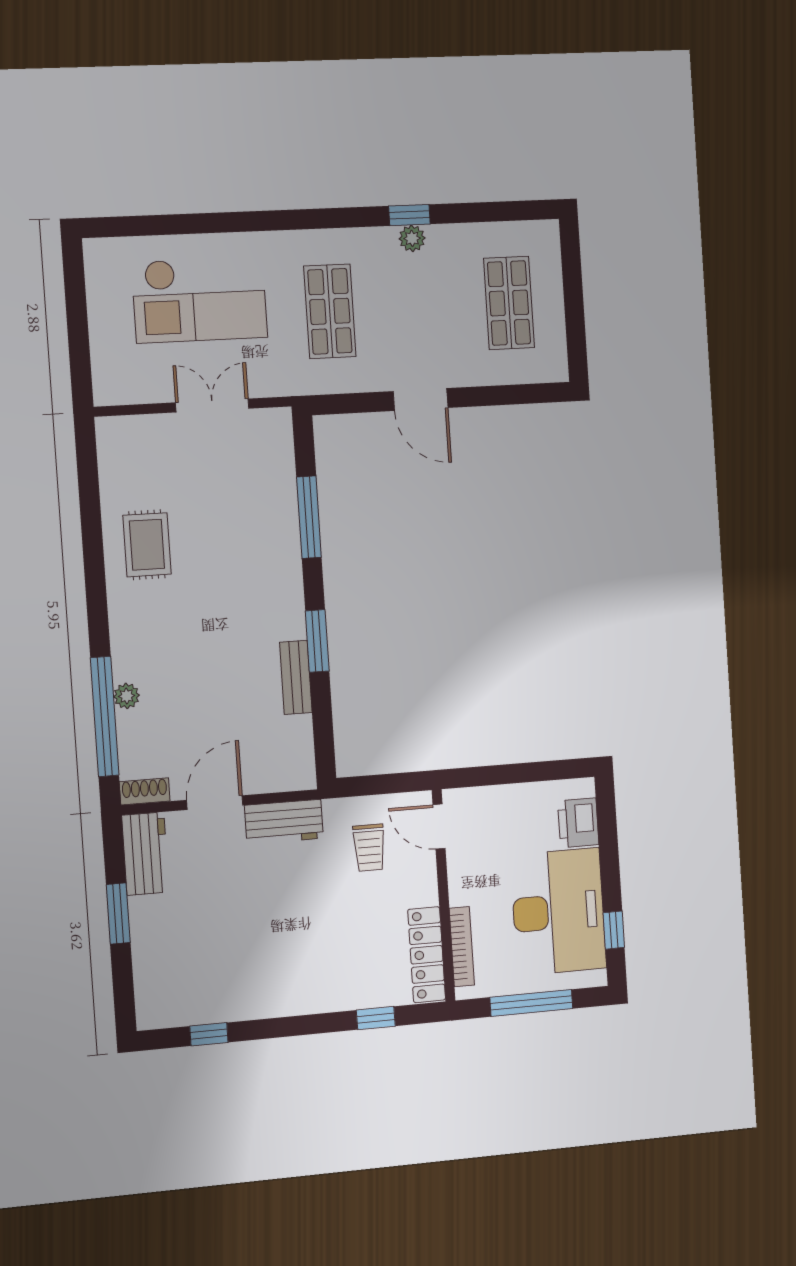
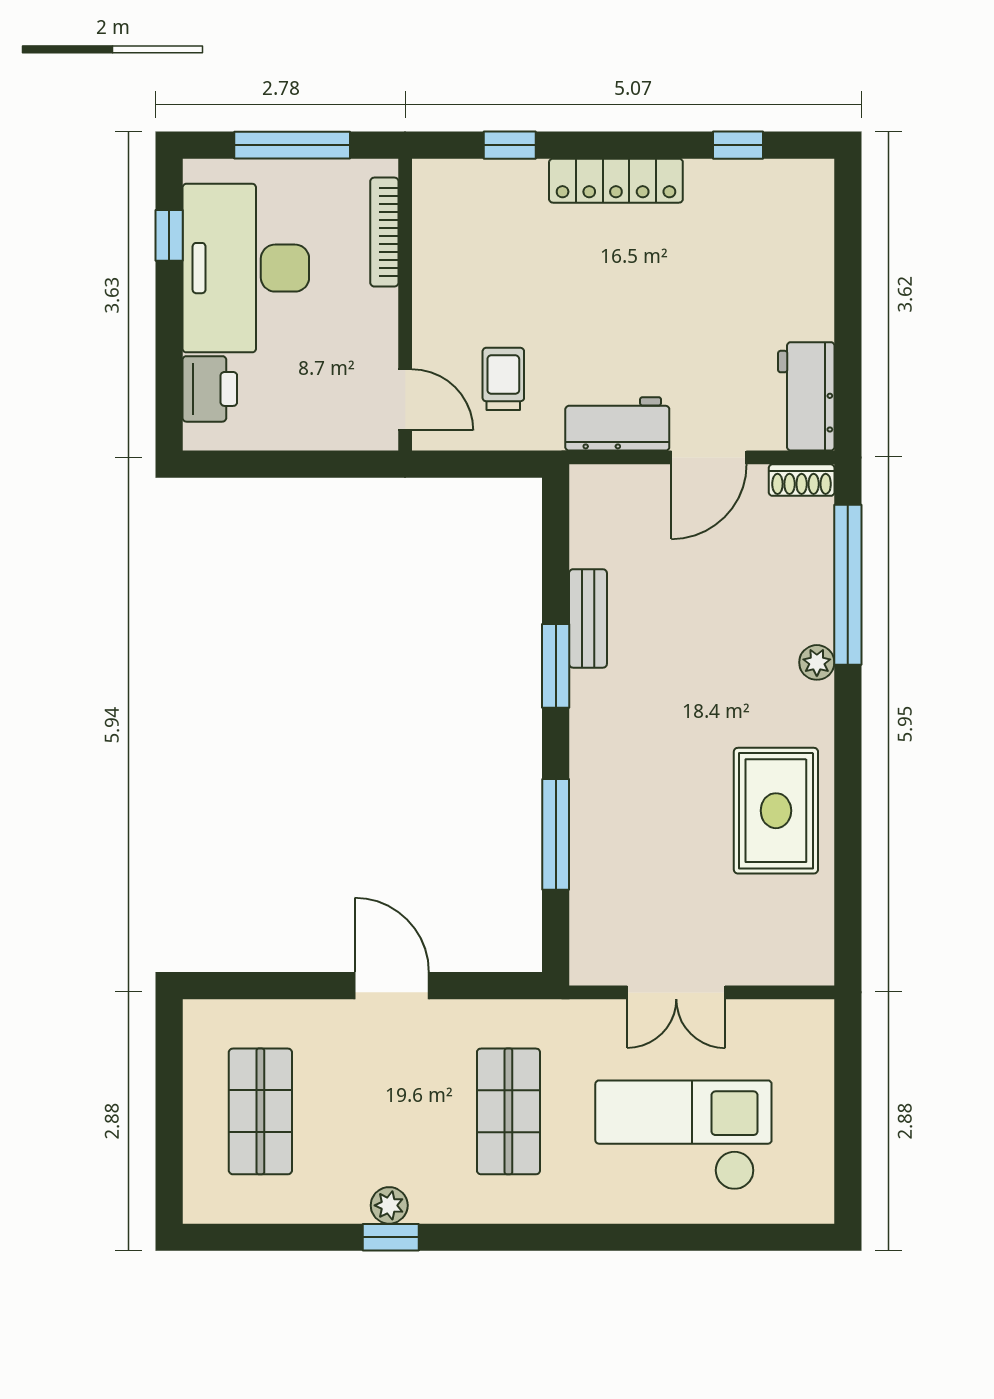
rug: (147, 545) -> (776, 811), width x1.36, depth x1.43
plant: (127, 696) -> (817, 662), moved
window: (118, 914) -> (848, 319), removed
locker: (427, 955) -> (616, 181), moved, turned 90

